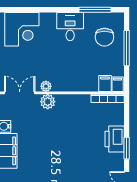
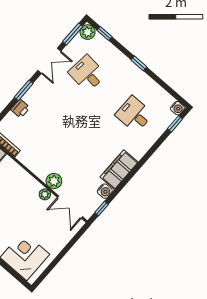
printer: (115, 139) -> (20, 109), width x0.53, depth x0.68

